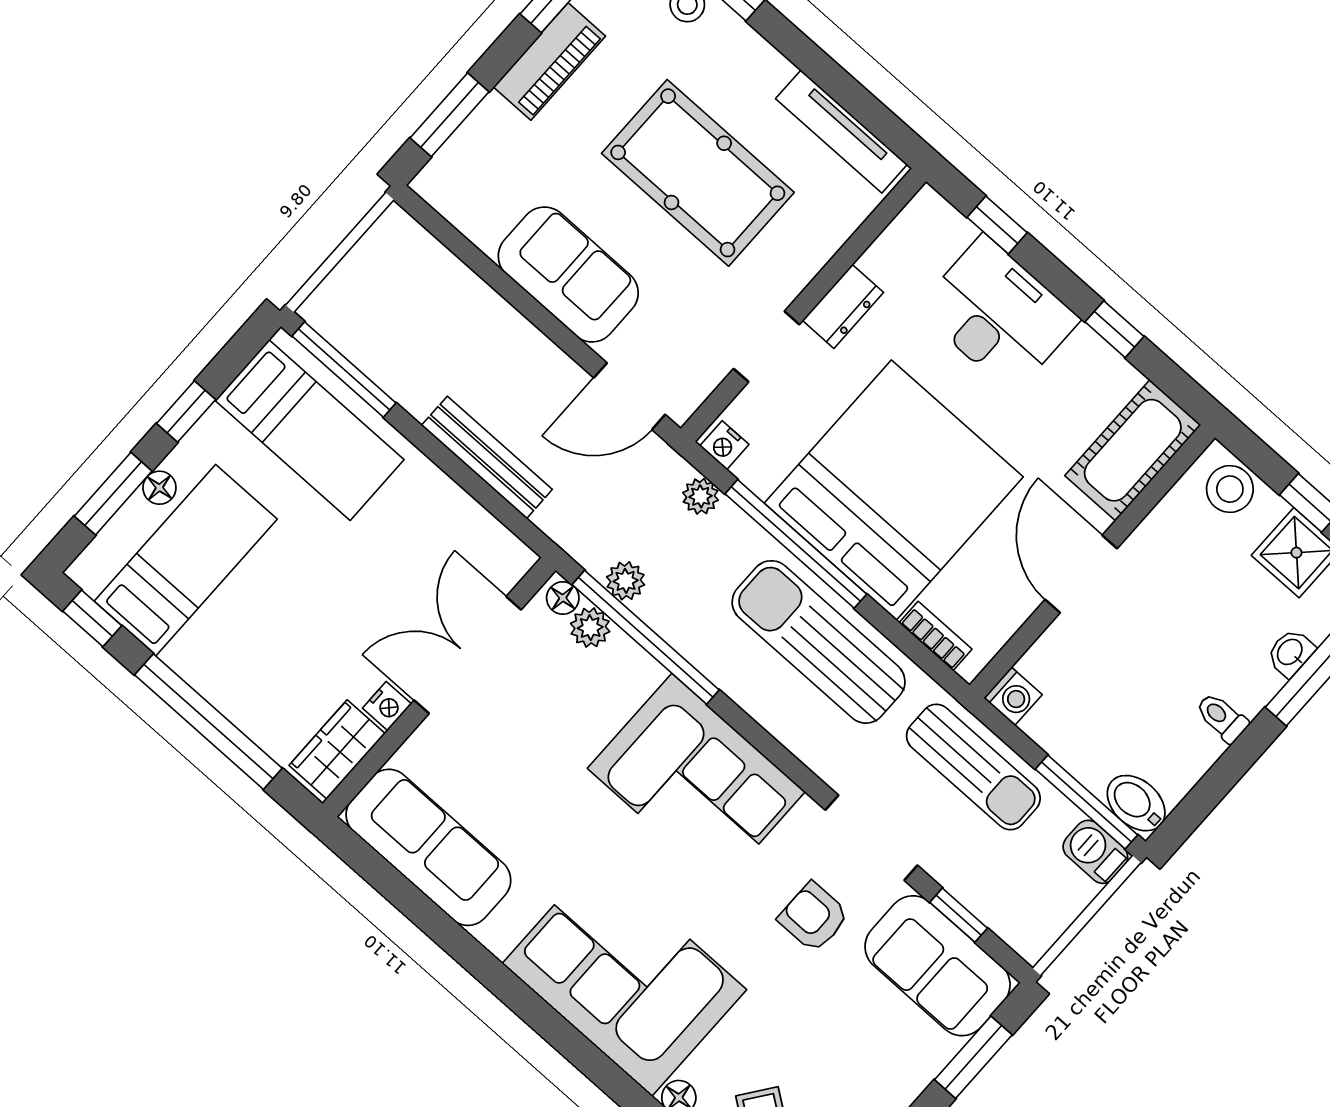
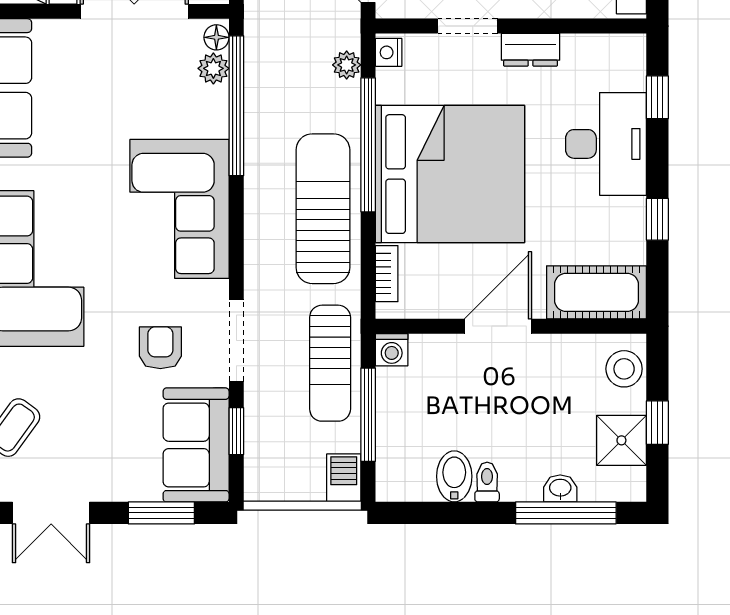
plant: (626, 581) -> (259, 65), removed
window: (1087, 802) -> (368, 415), moved
bidet: (1136, 803) -> (454, 476), moved

